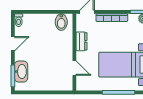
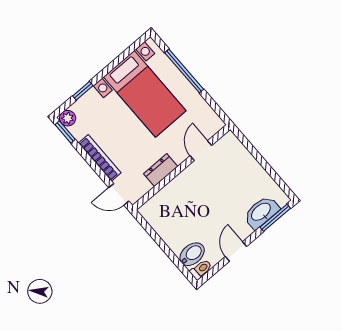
bidet: (61, 22) -> (192, 254), moved
door: (13, 44) -> (236, 251), hinge flipped

